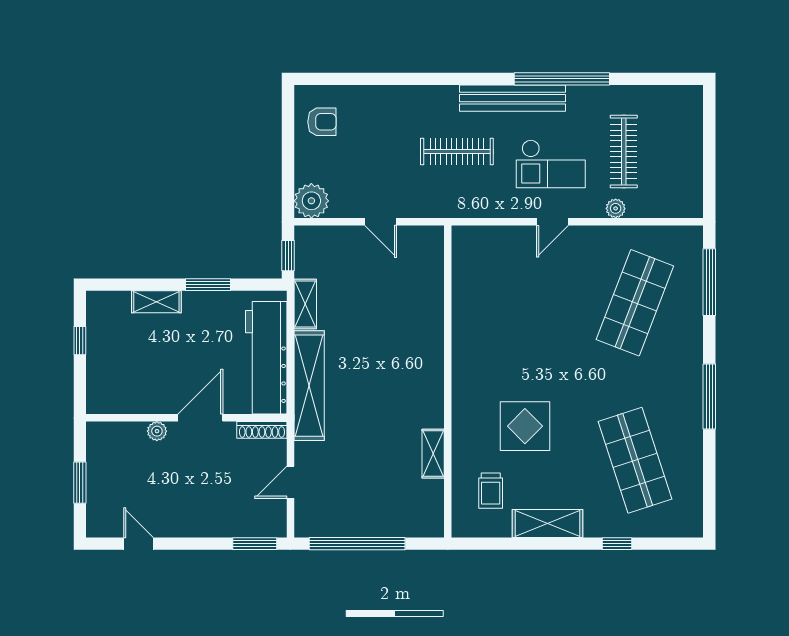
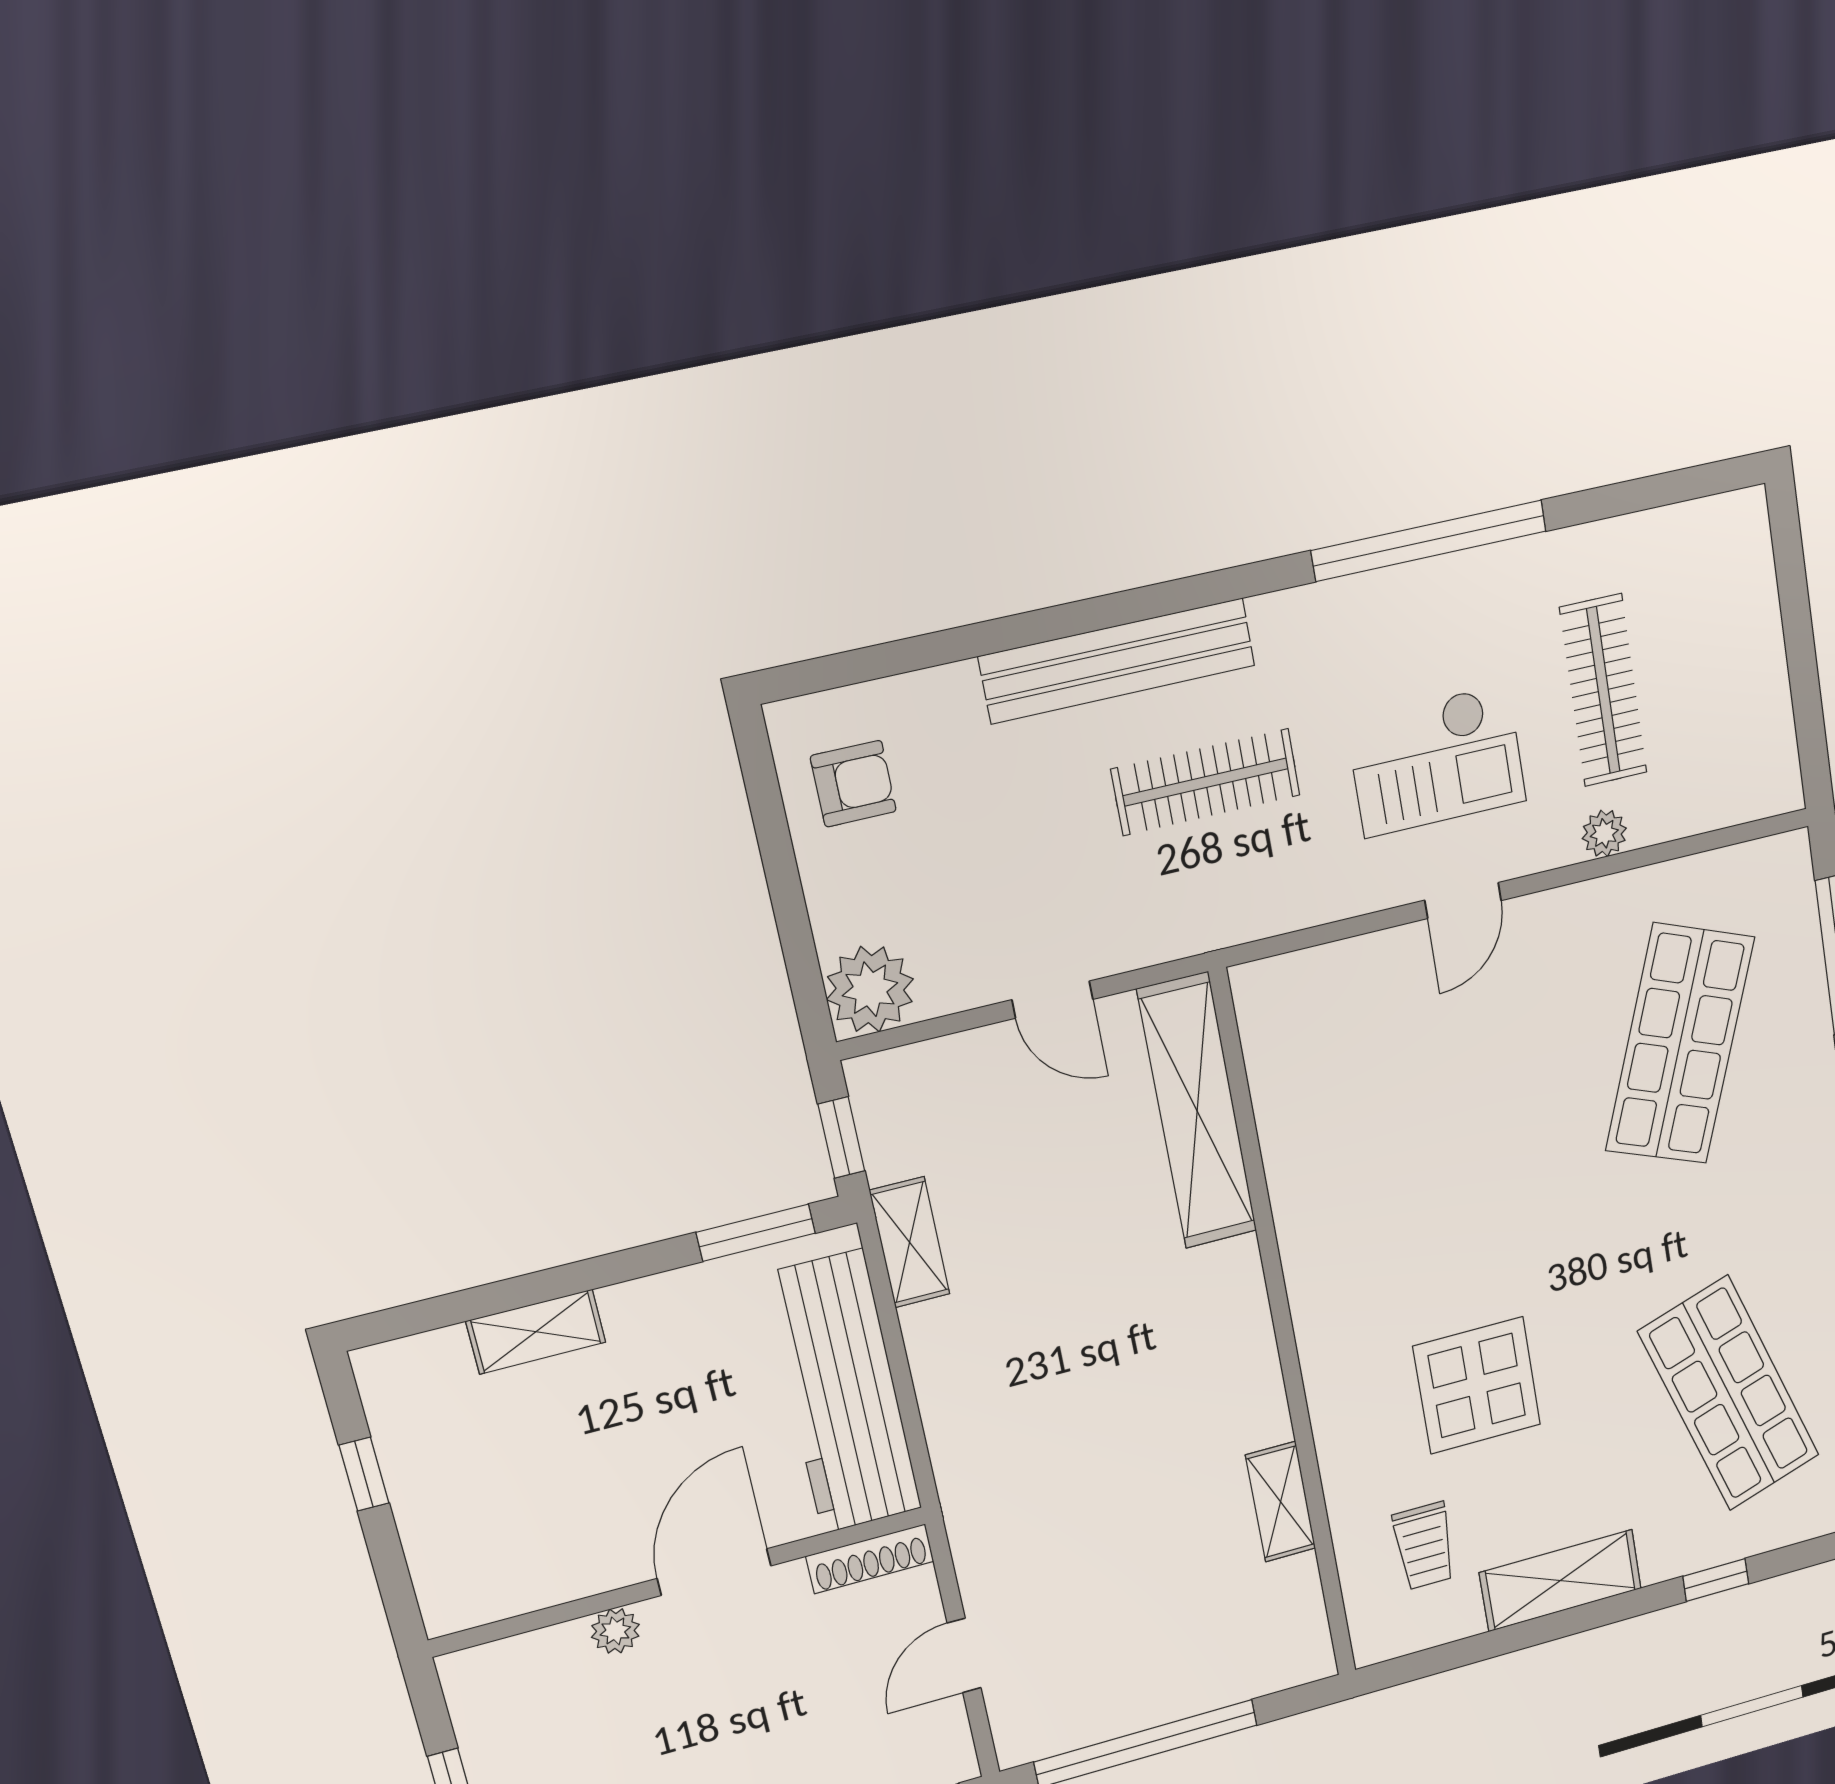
bench: (513, 98) -> (1117, 661), moved
window: (208, 285) -> (756, 1233), moved
shelving: (309, 386) -> (1197, 1111), moved

